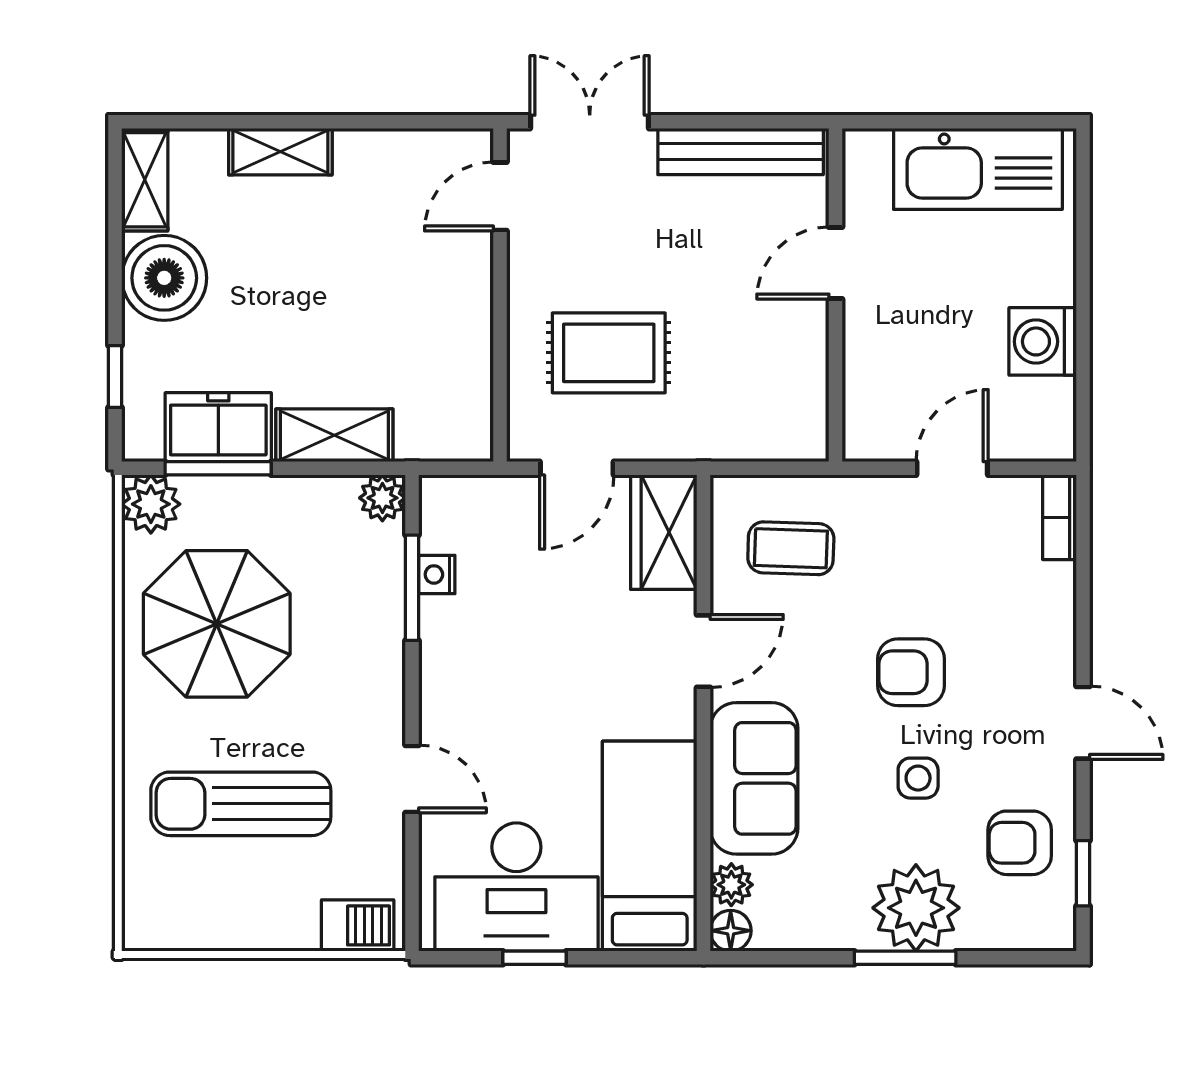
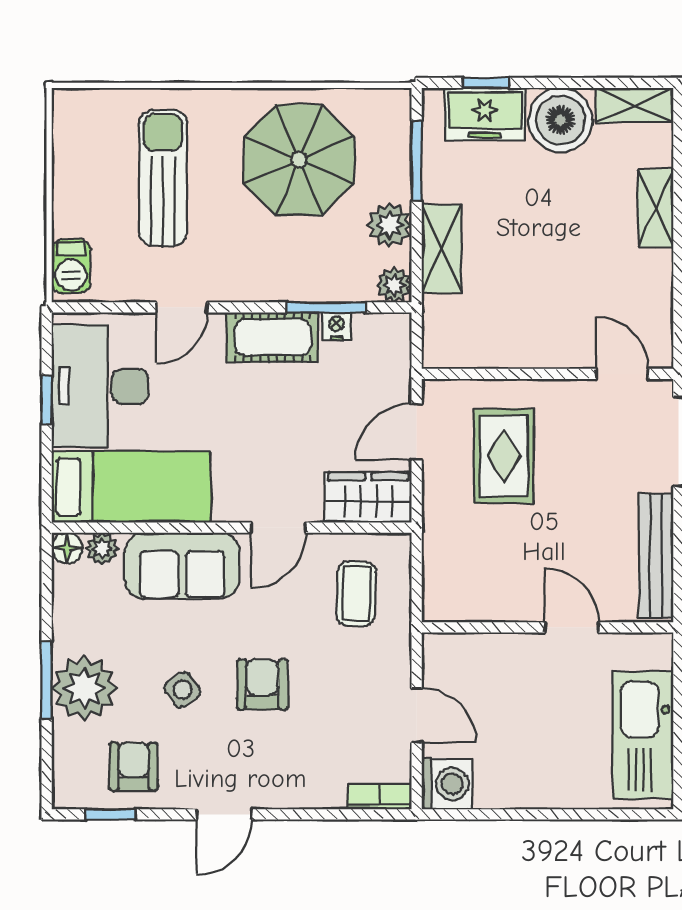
washing machine: (1043, 341) -> (447, 784), moved, turned 90
freezer: (218, 427) -> (485, 114), moved, turned 90
door: (577, 468) -> (417, 432), hinge flipped
plant: (151, 504) -> (390, 225), moved
door: (704, 651) -> (279, 528), hinge flipped
cot: (452, 659) -> (273, 337), added
side table: (918, 778) -> (182, 690), turned -35

